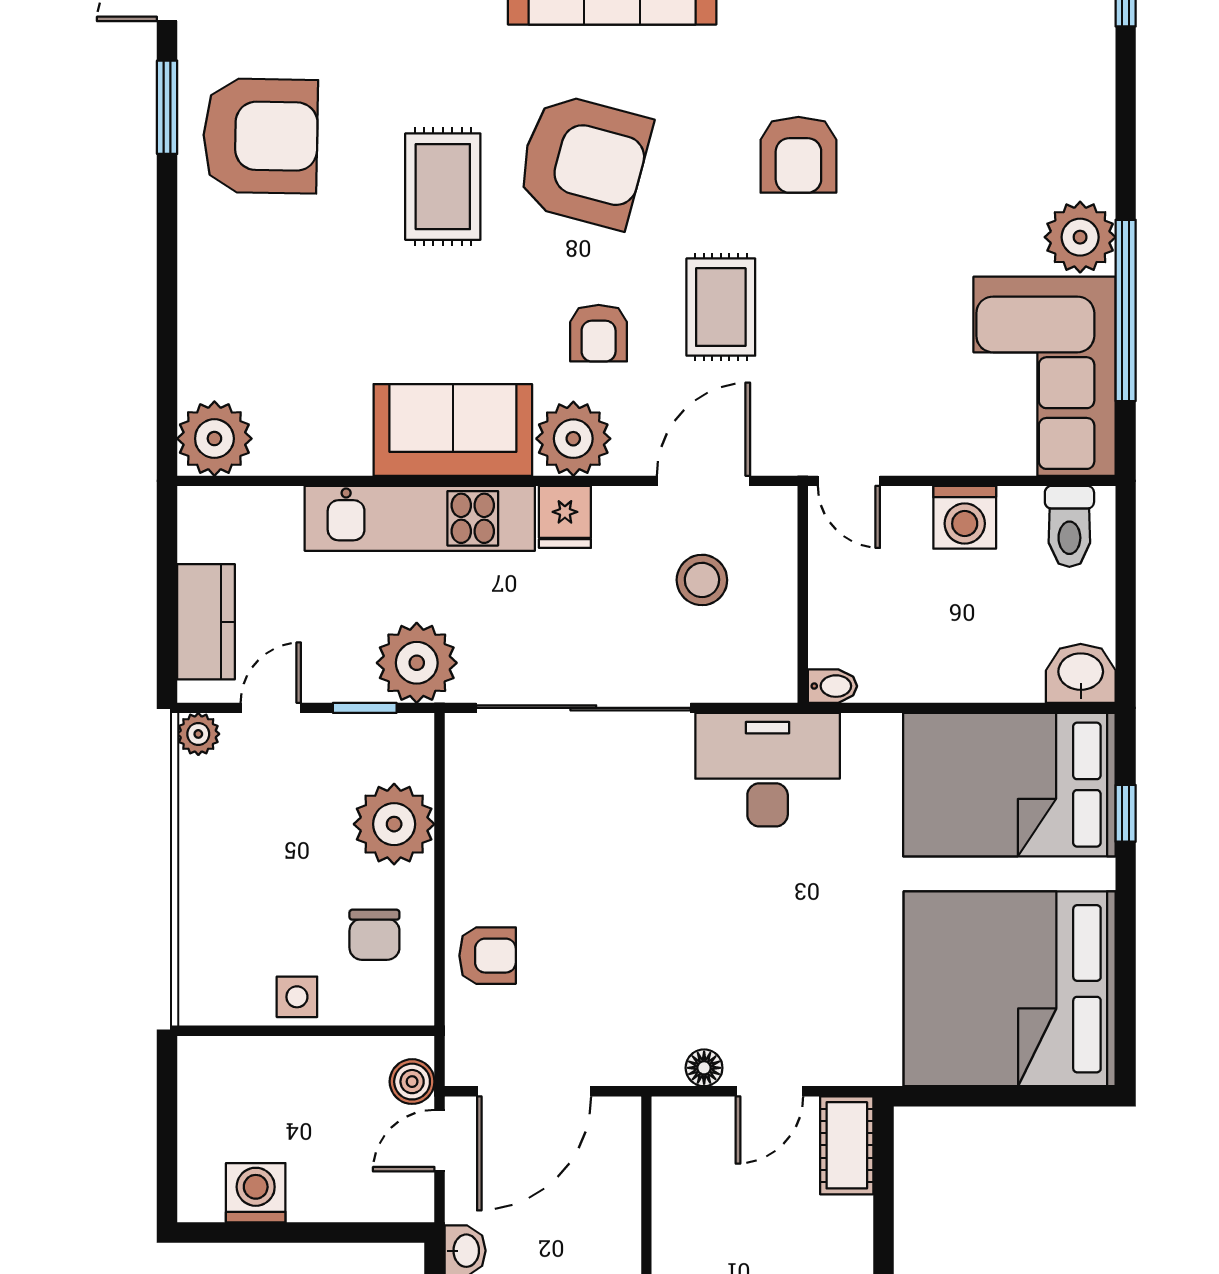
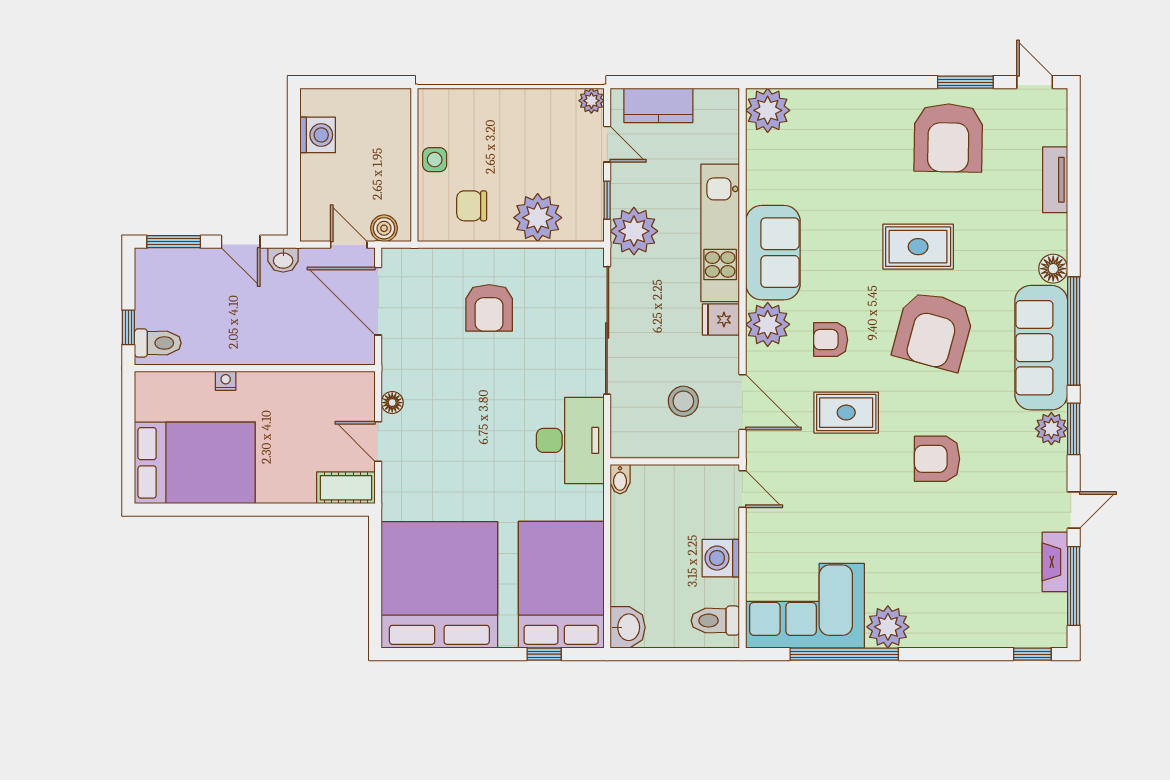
door: (849, 481) -> (742, 489), swing flipped
armchair: (488, 956) -> (489, 308), moved, width x1.38, depth x1.38

